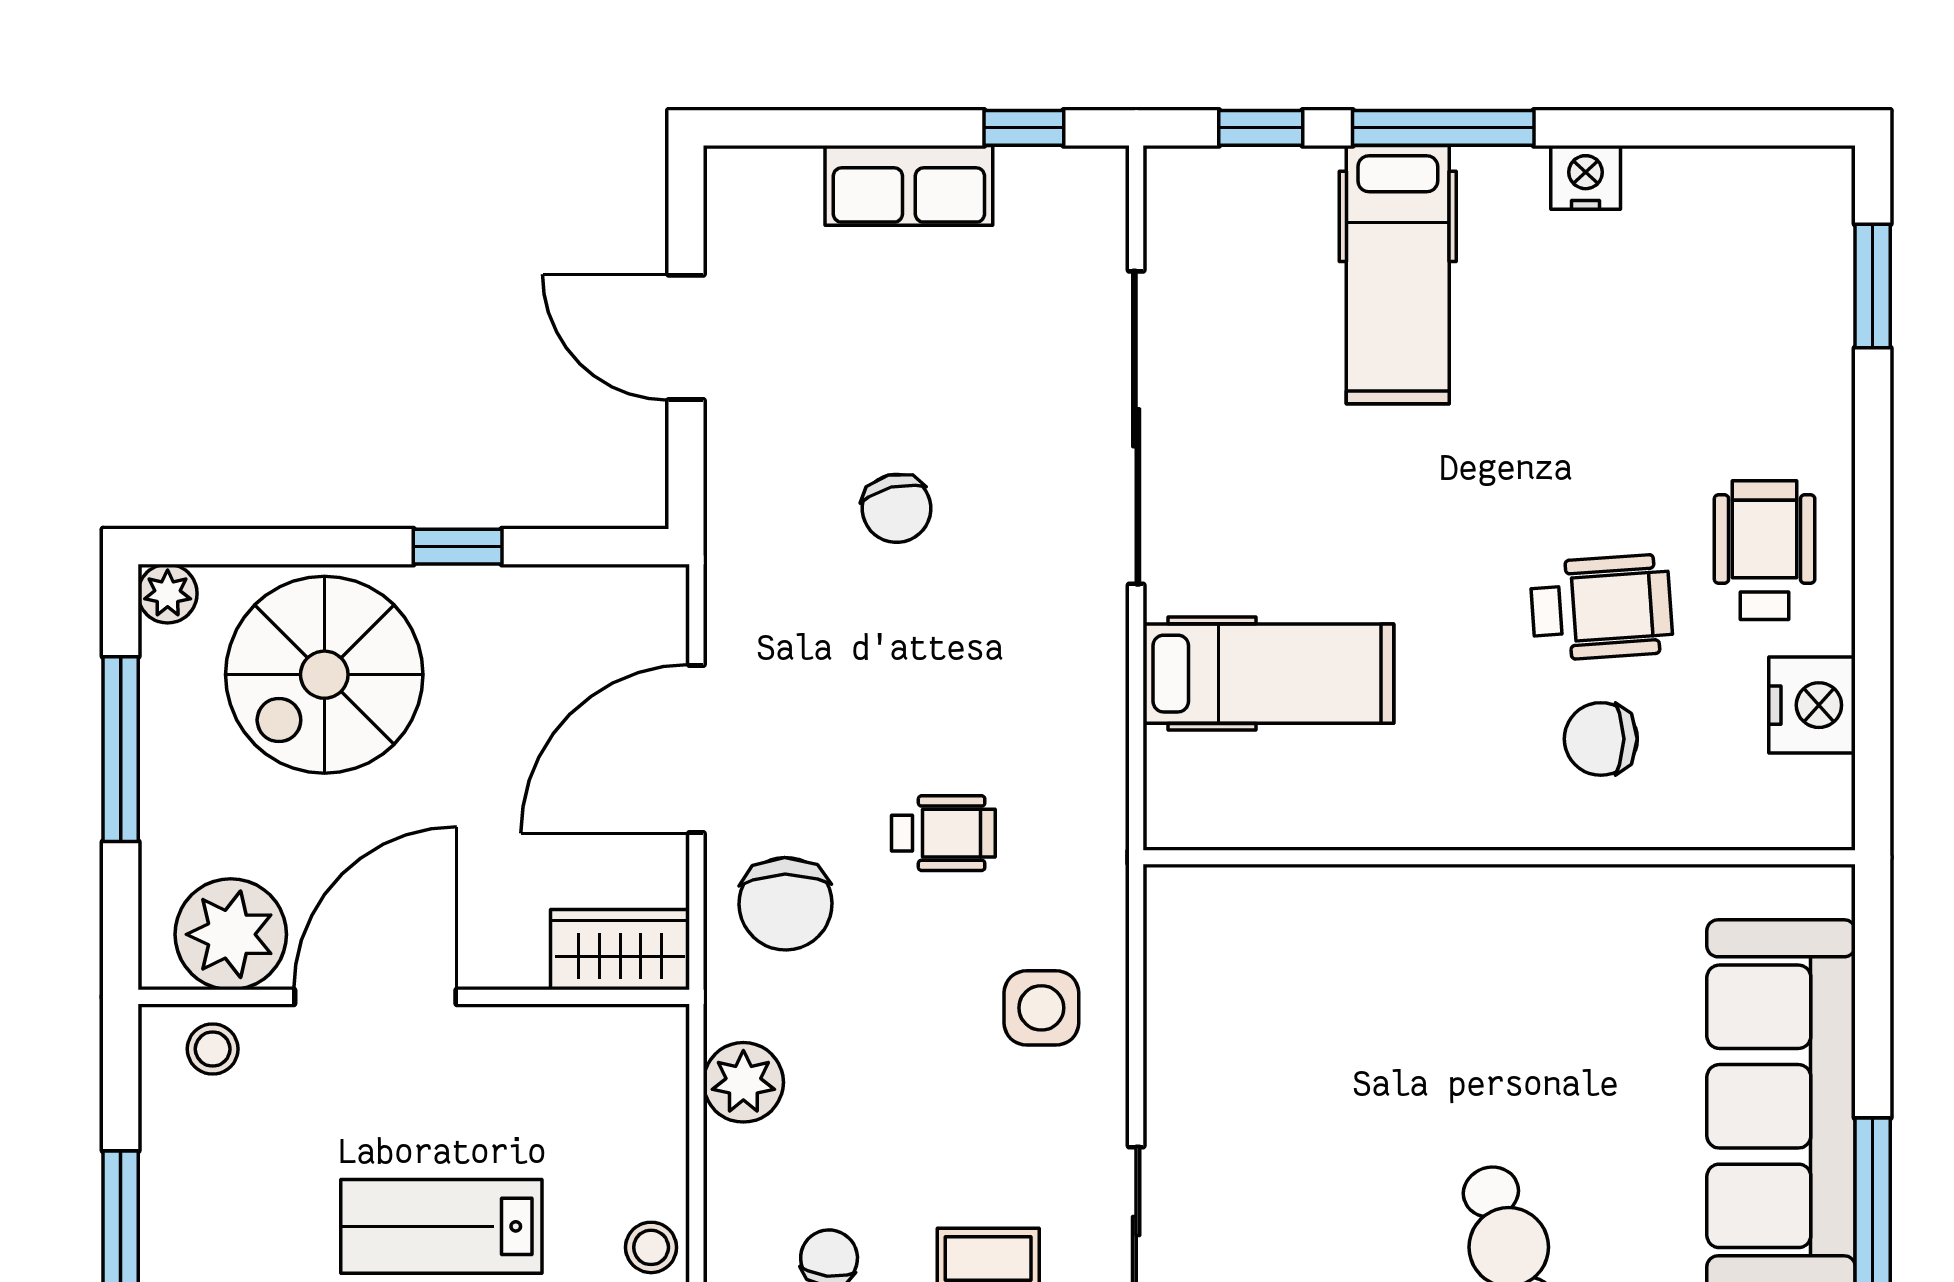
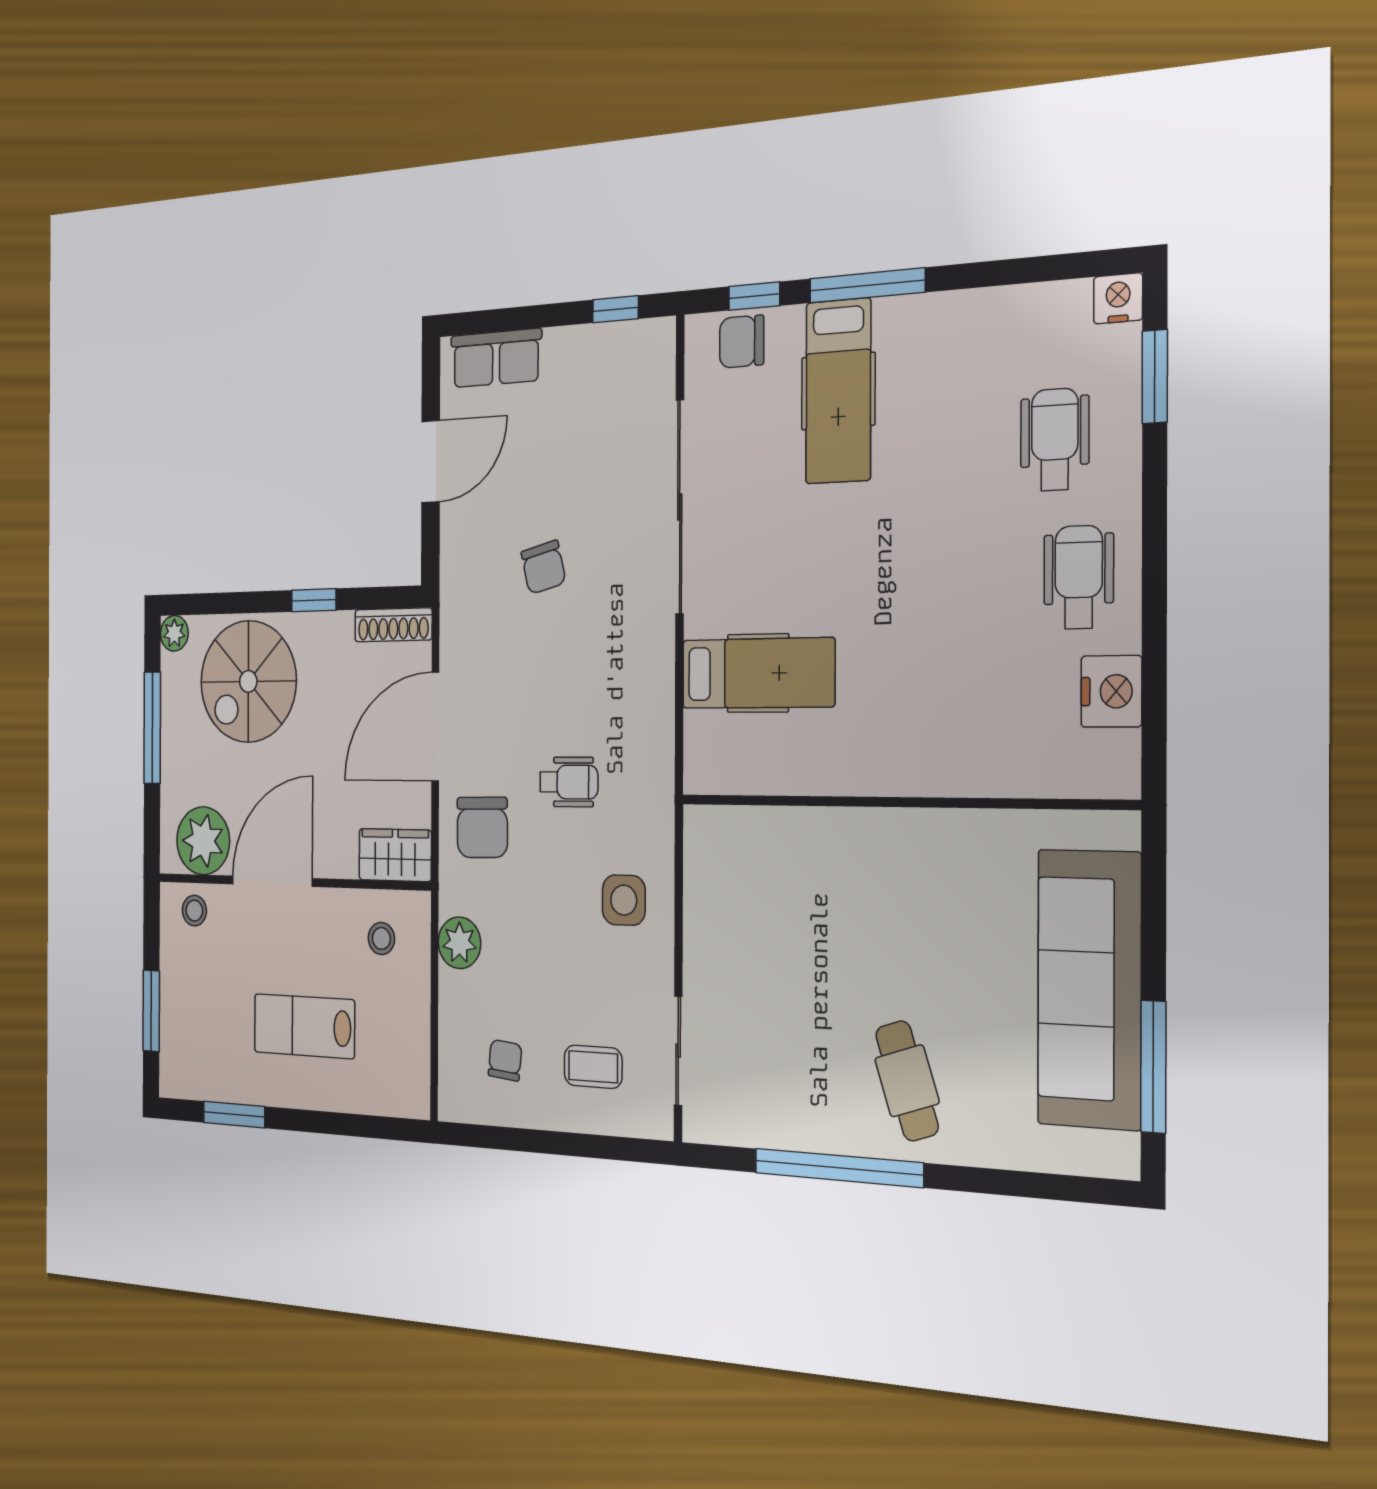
nightstand: (1586, 177) -> (1118, 298), moved
row of seats: (909, 185) -> (496, 358), moved
door: (686, 337) -> (431, 461), swing flipped
shoe rack: (615, 589) -> (393, 625), added
wheelchair: (1601, 608) -> (1055, 440), moved, turned -86
chair: (1601, 739) -> (742, 342), moved
stool: (651, 1247) -> (381, 938), moved

